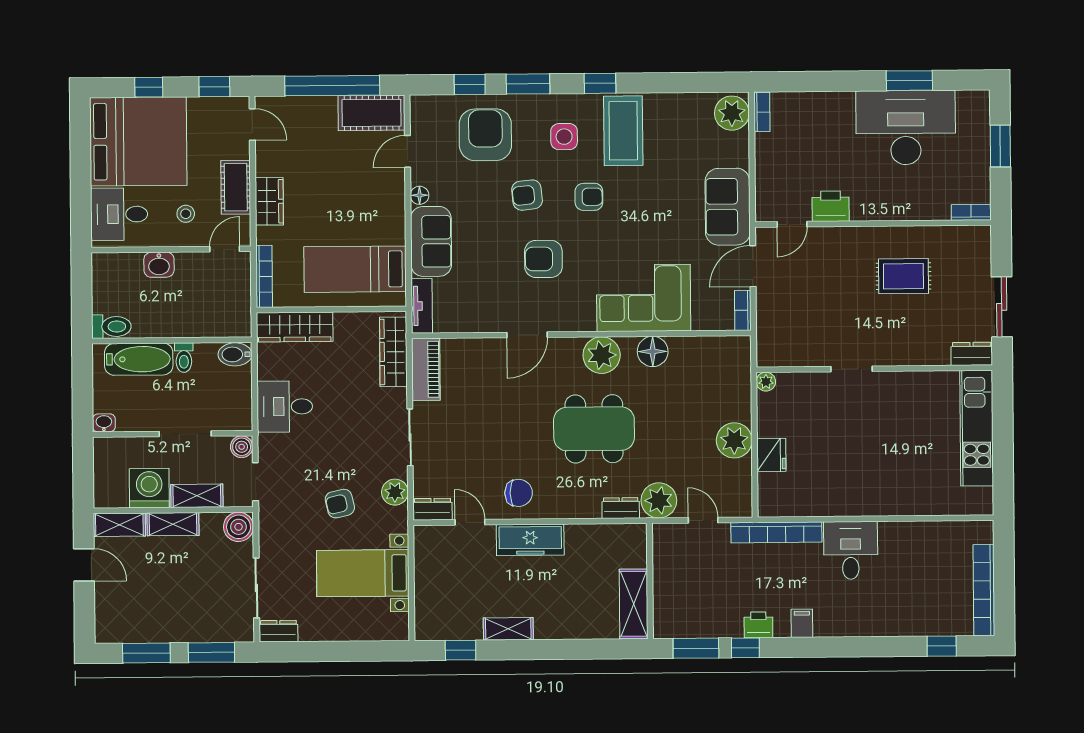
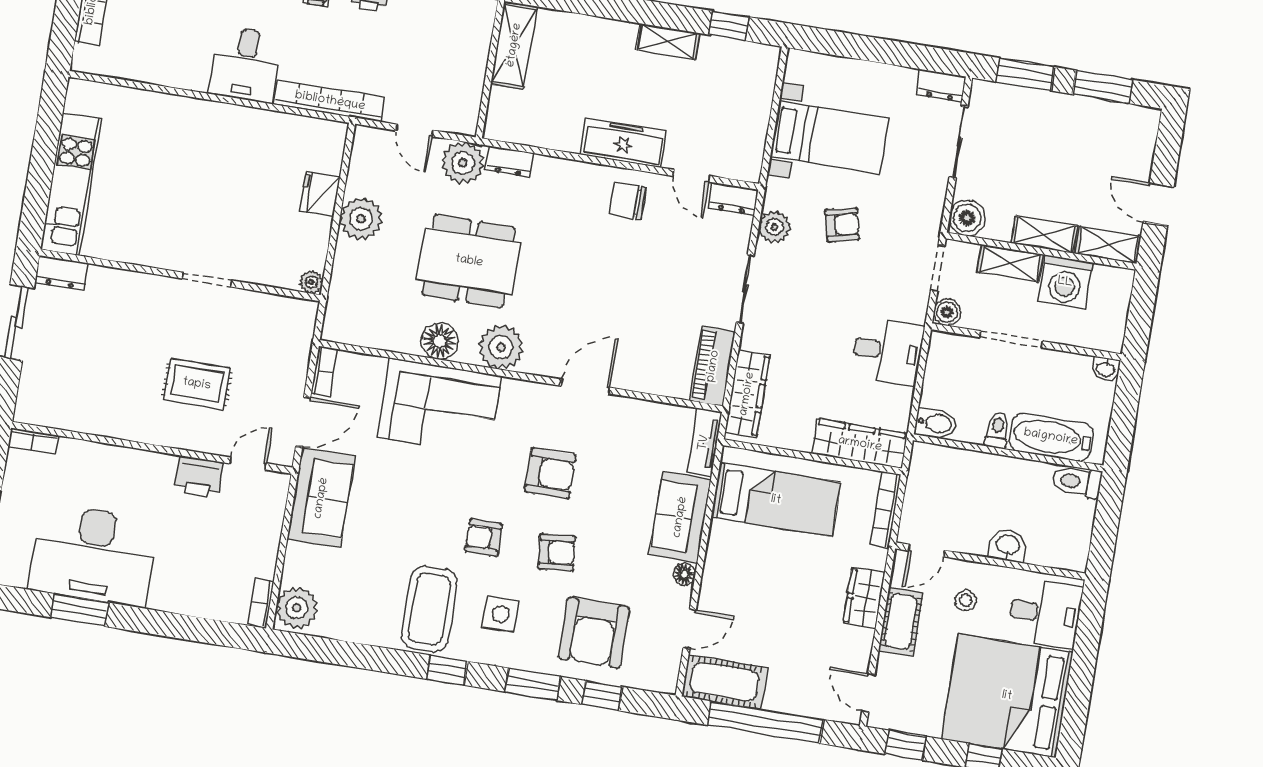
rug: (903, 276) -> (197, 384), moved
dining table: (594, 429) -> (469, 261), moved

